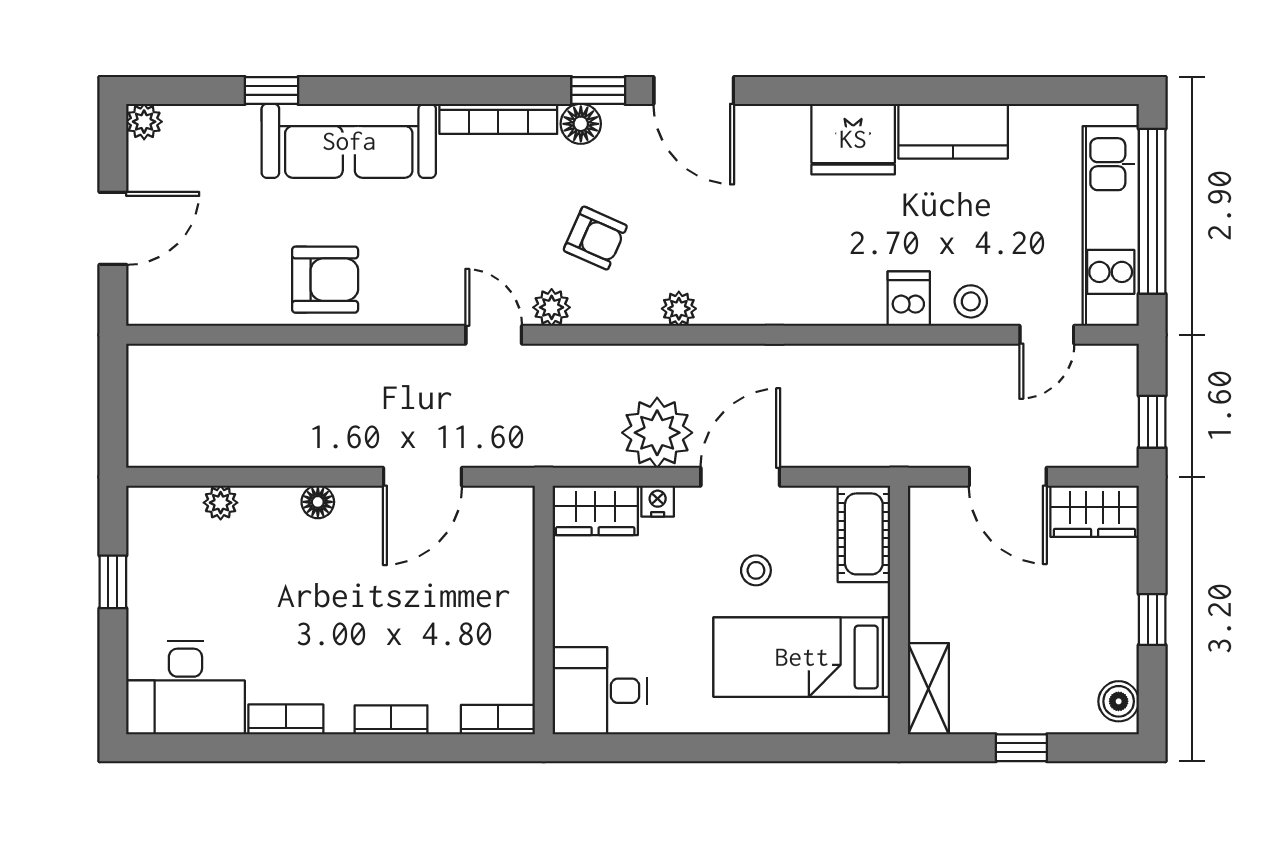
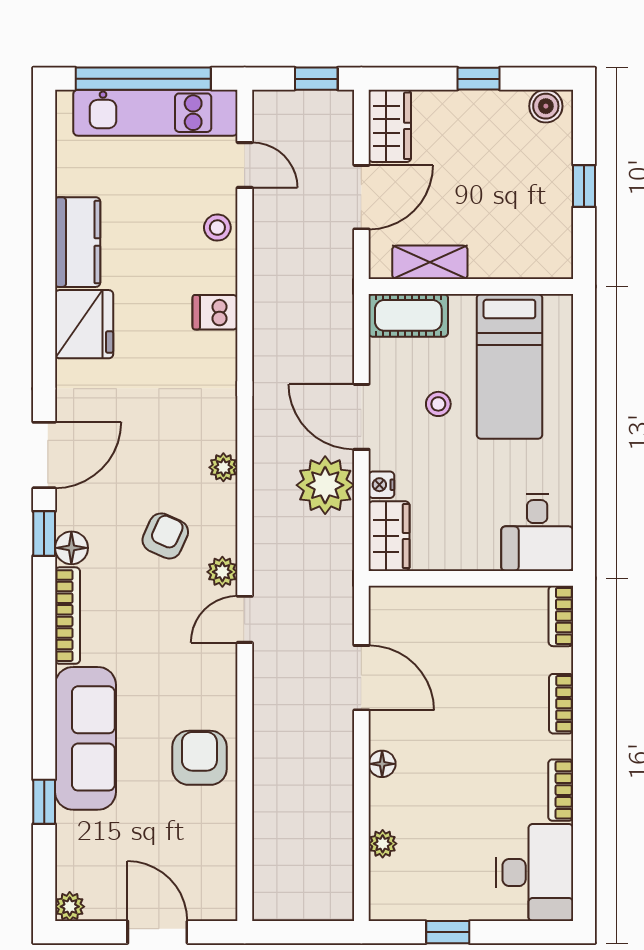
dishwasher: (909, 299) -> (215, 312), moved
shelving: (928, 689) -> (430, 262), moved

